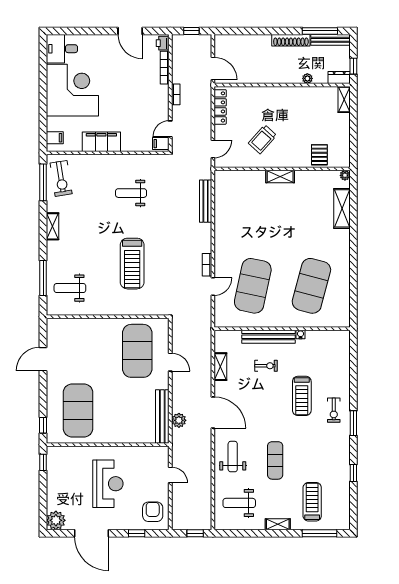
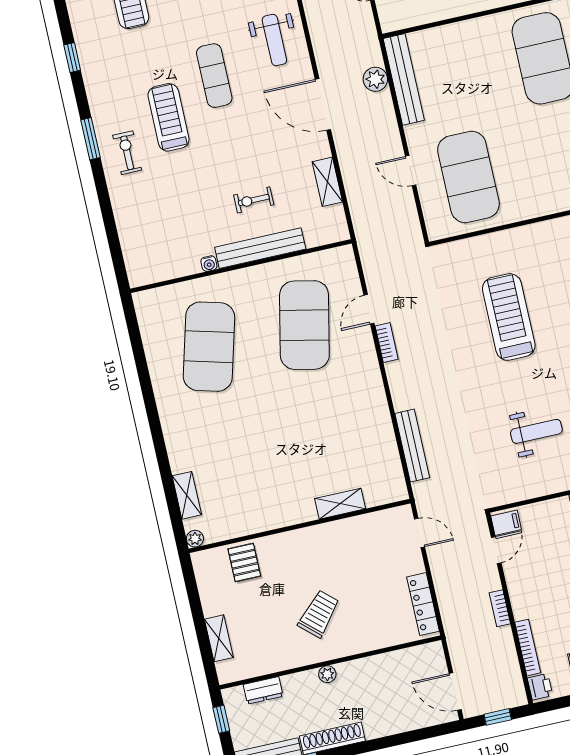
door: (213, 69) -> (455, 692), moved
dresser: (339, 77) -> (263, 690), moved
plant: (307, 78) -> (327, 674), moved
shelving: (344, 99) -> (219, 638), moved
trolley: (262, 139) -> (319, 614), moved
door: (213, 149) -> (419, 533), swing flipped
shelving: (280, 177) -> (340, 504), moved
shelving: (342, 208) -> (187, 495), width x0.67, depth x0.75
treadmill: (302, 396) -> (169, 117), moved
exercise mat: (275, 460) -> (214, 76), moved

